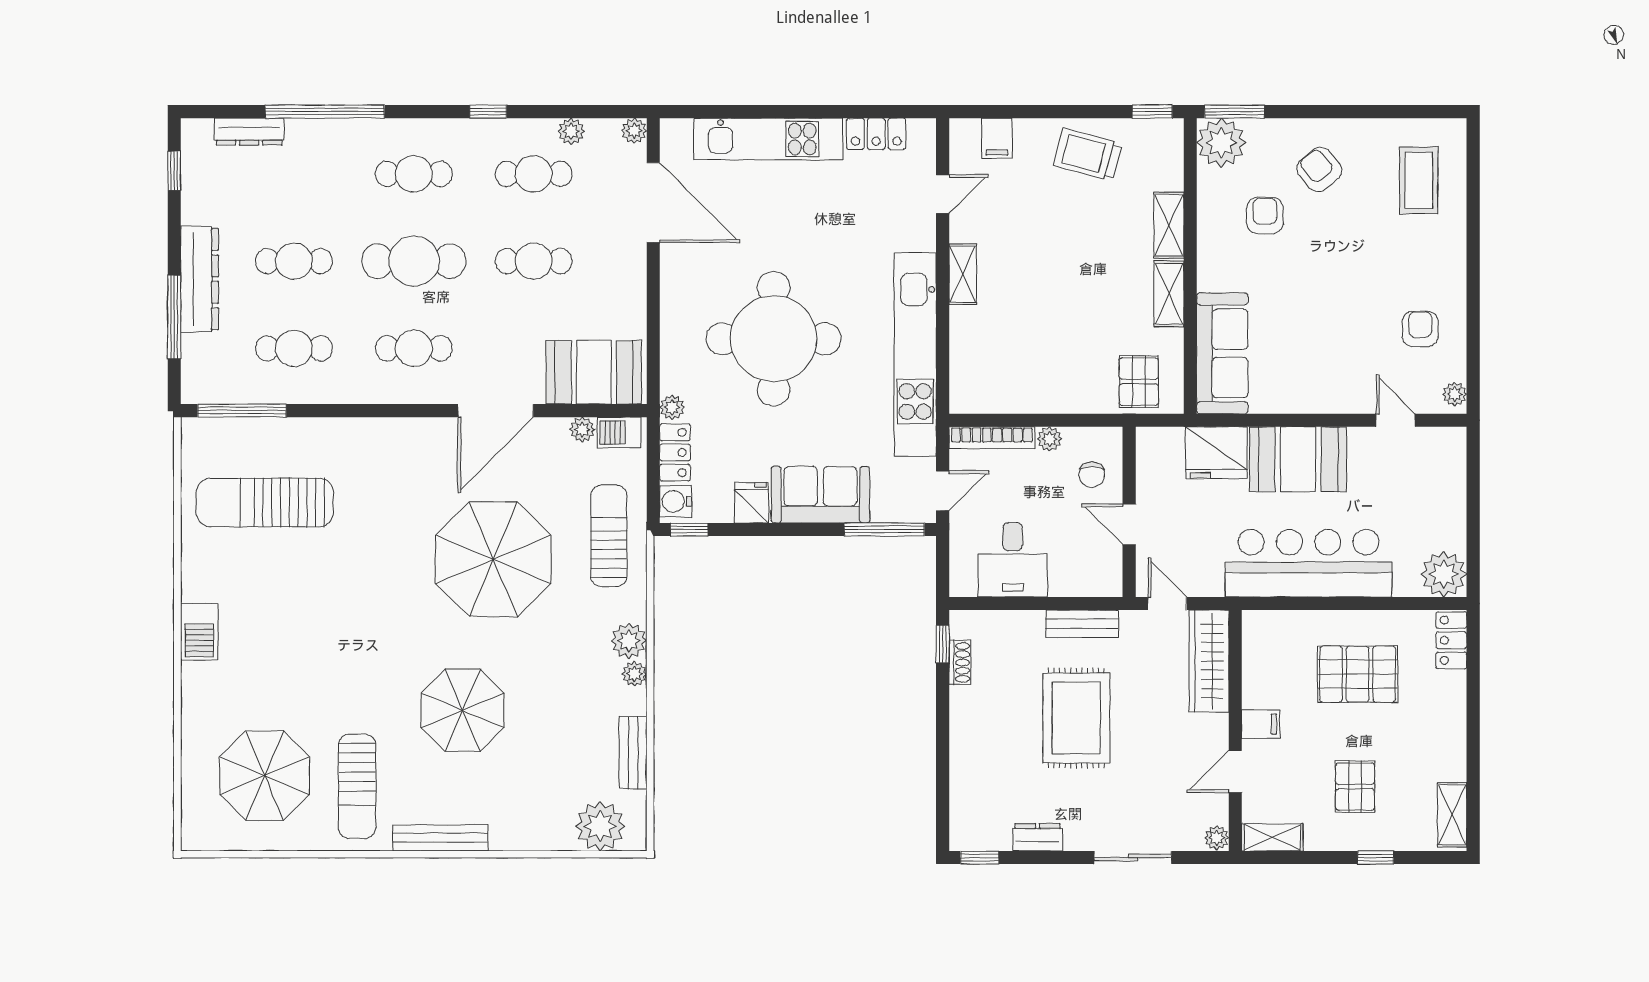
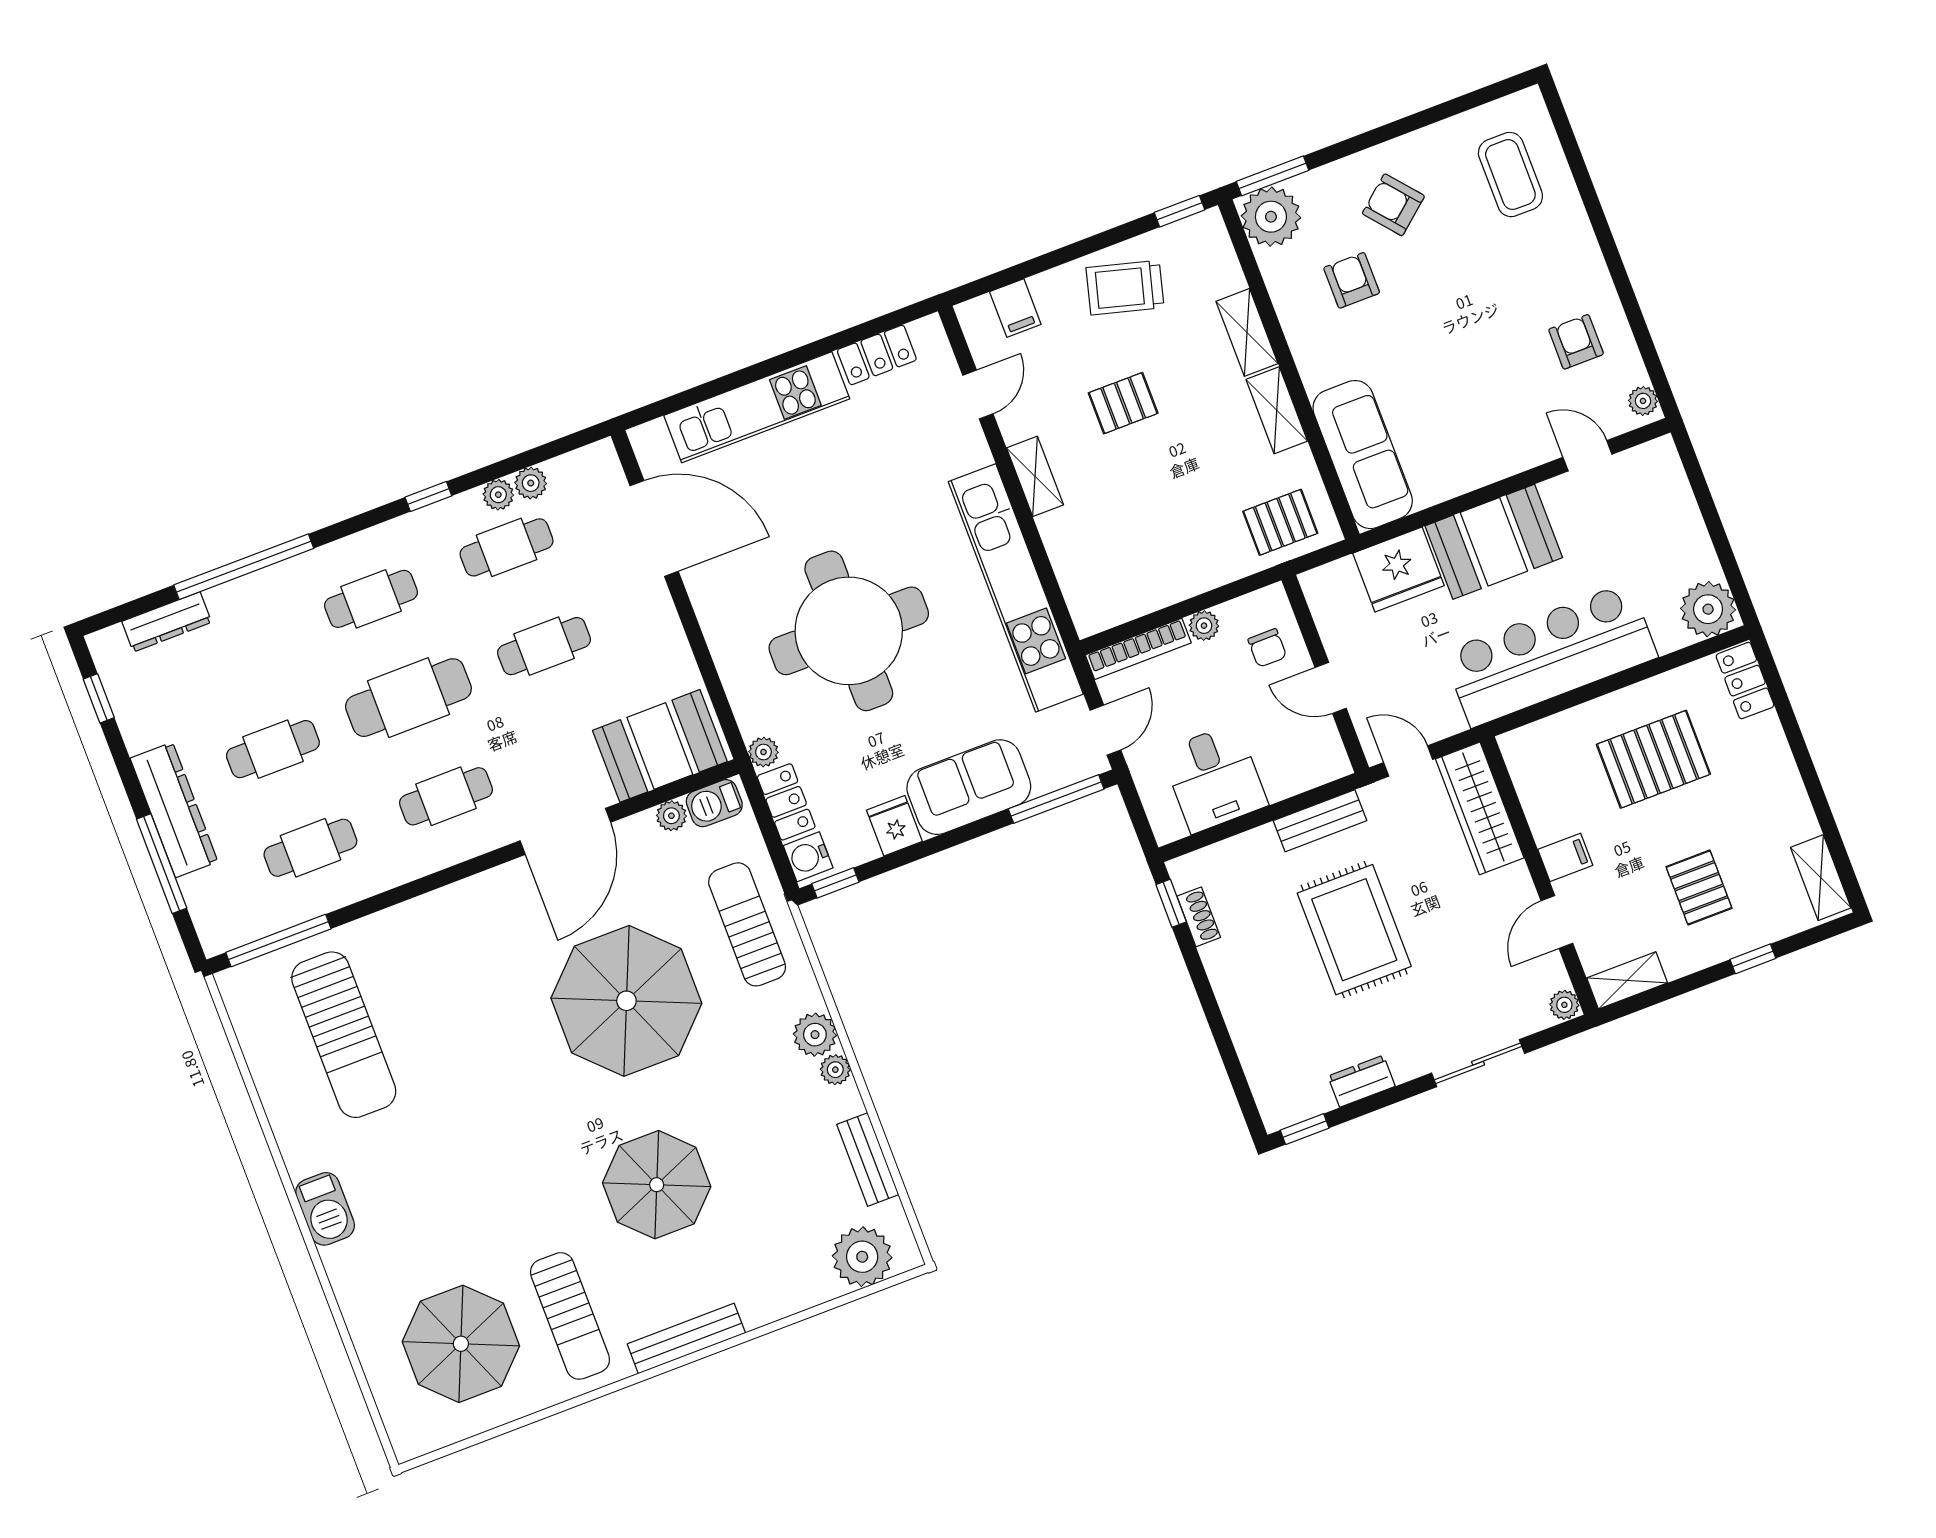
plant: (634, 131) -> (498, 495), moved
pallet: (1052, 243) -> (1123, 403), added
pallet: (1139, 382) -> (1280, 522), turned 90
sun lounger: (265, 503) -> (344, 1035), turned -90

